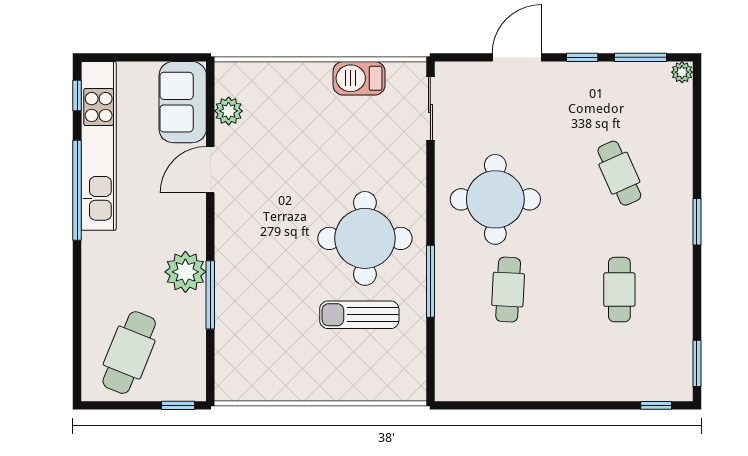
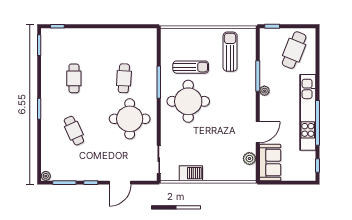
kitchen unit: (99, 146) -> (308, 112), moved
plant: (185, 272) -> (264, 91), width x0.53, depth x0.53
sun lounger: (272, 349) -> (230, 52), added

